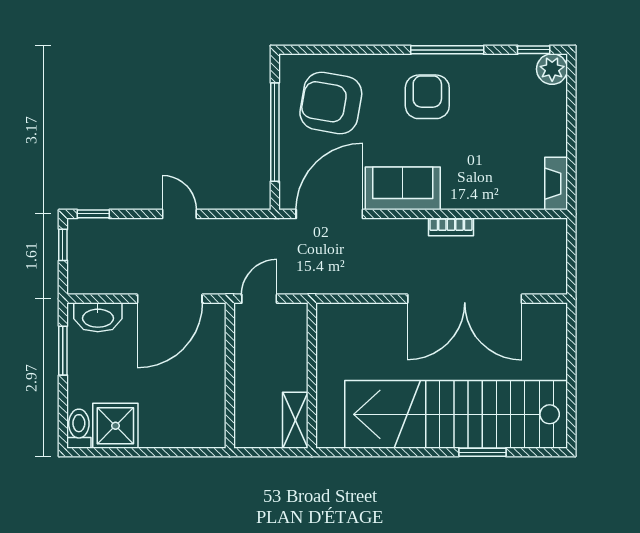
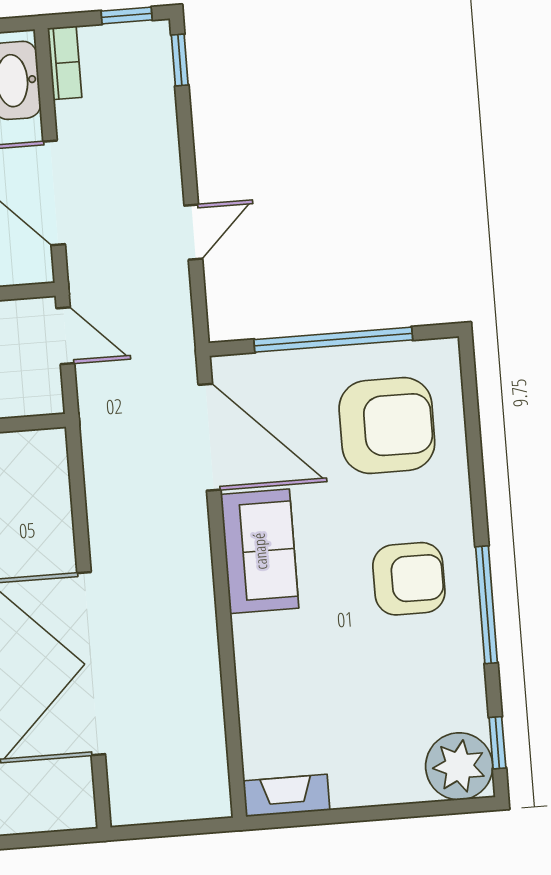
plant: (552, 69) -> (459, 766), width x1.36, depth x1.36
armchair: (331, 103) -> (387, 425), turned 80
door: (179, 214) -> (193, 232), moved
bookcase: (451, 227) -> (65, 63), moved, turned 180

